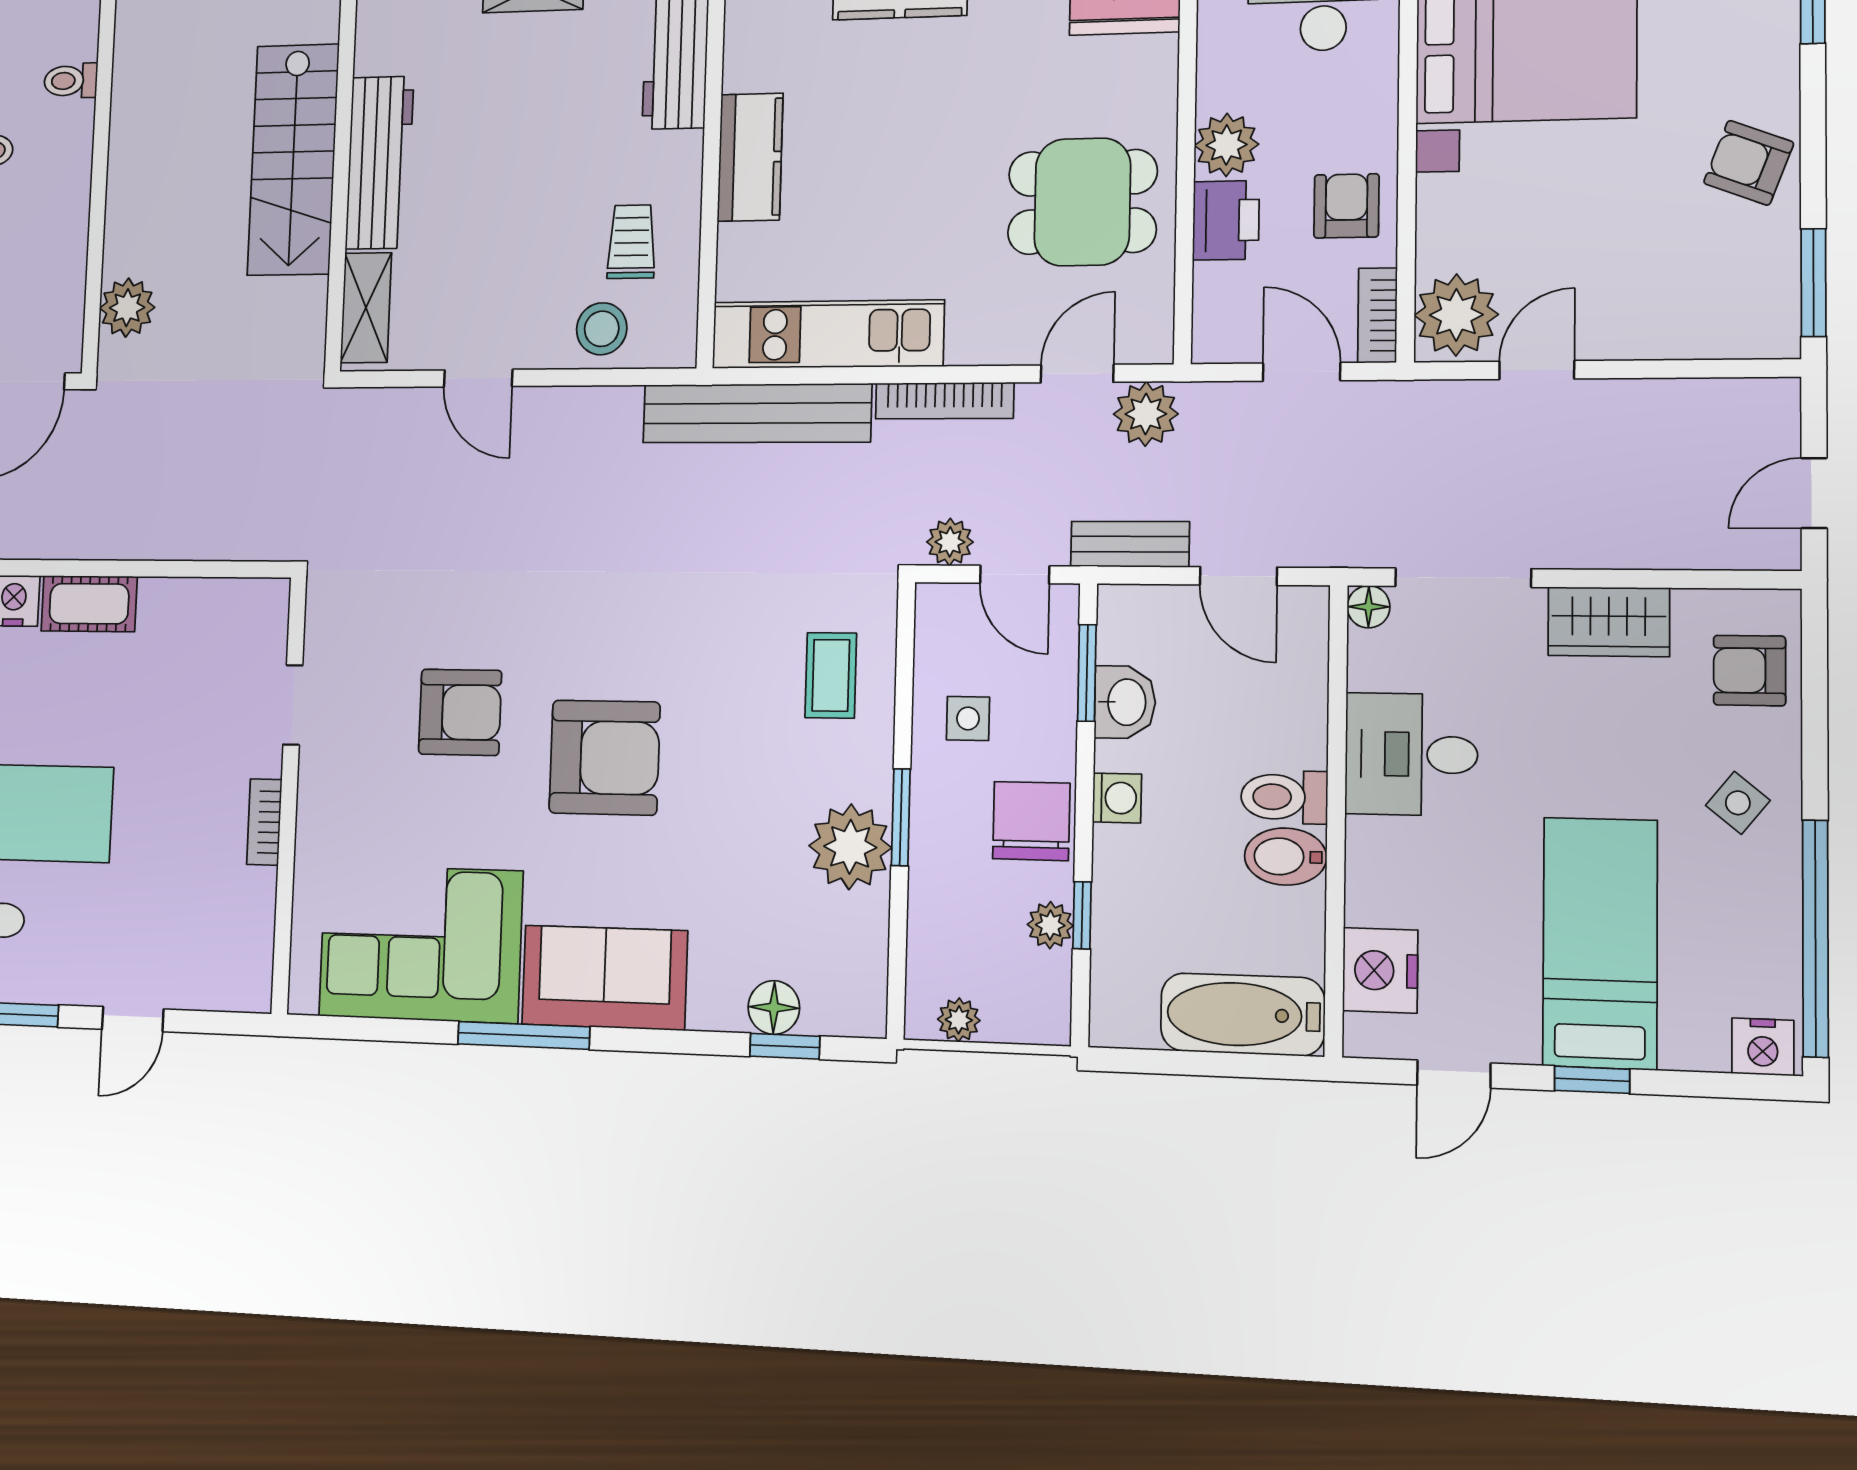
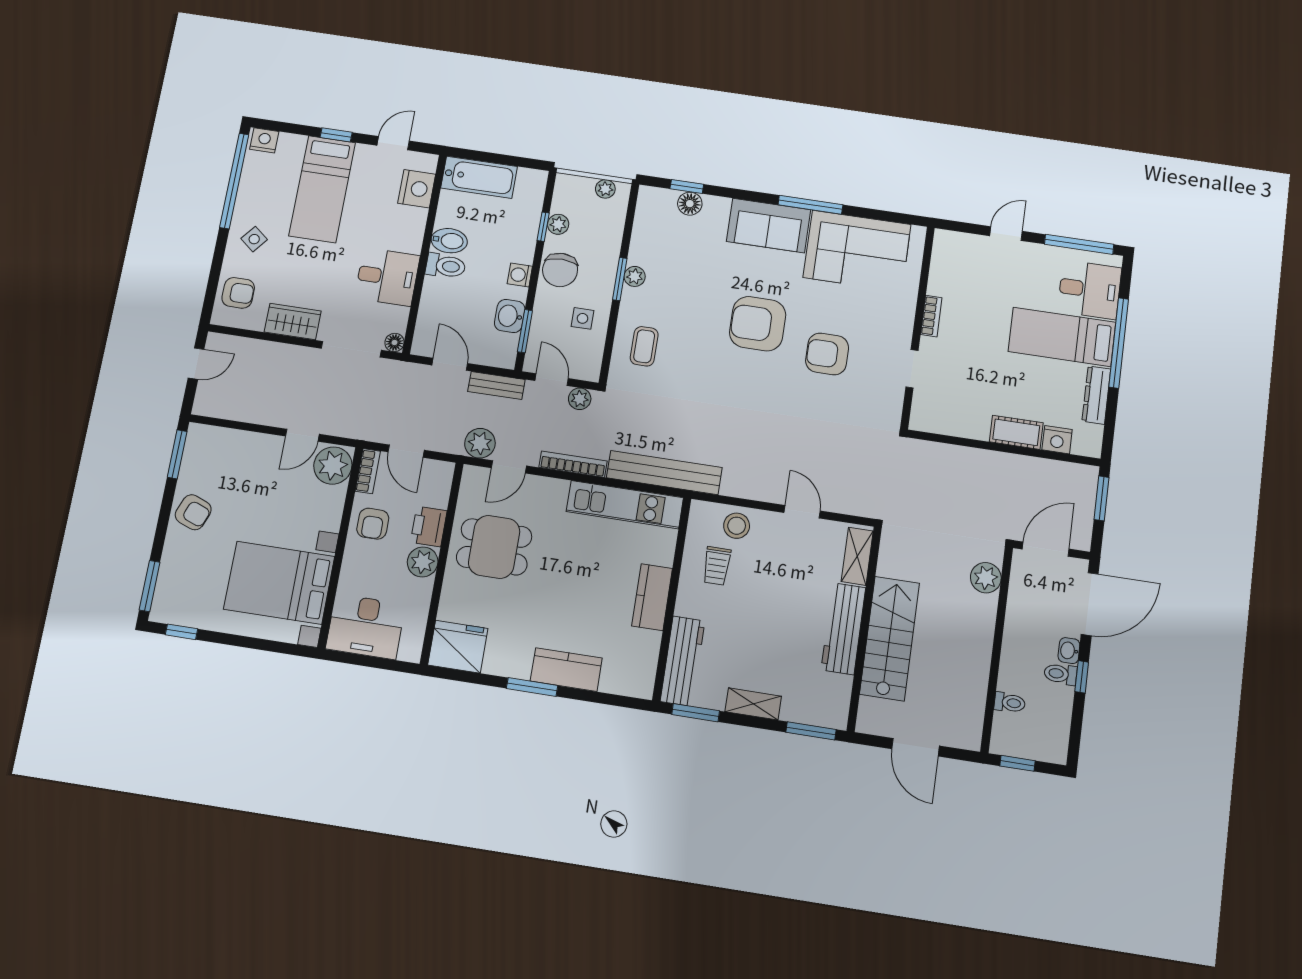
plant: (850, 847) -> (635, 276), width x0.53, depth x0.53

